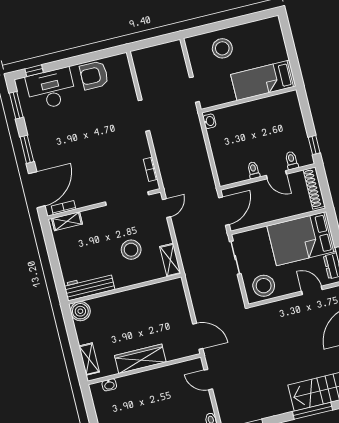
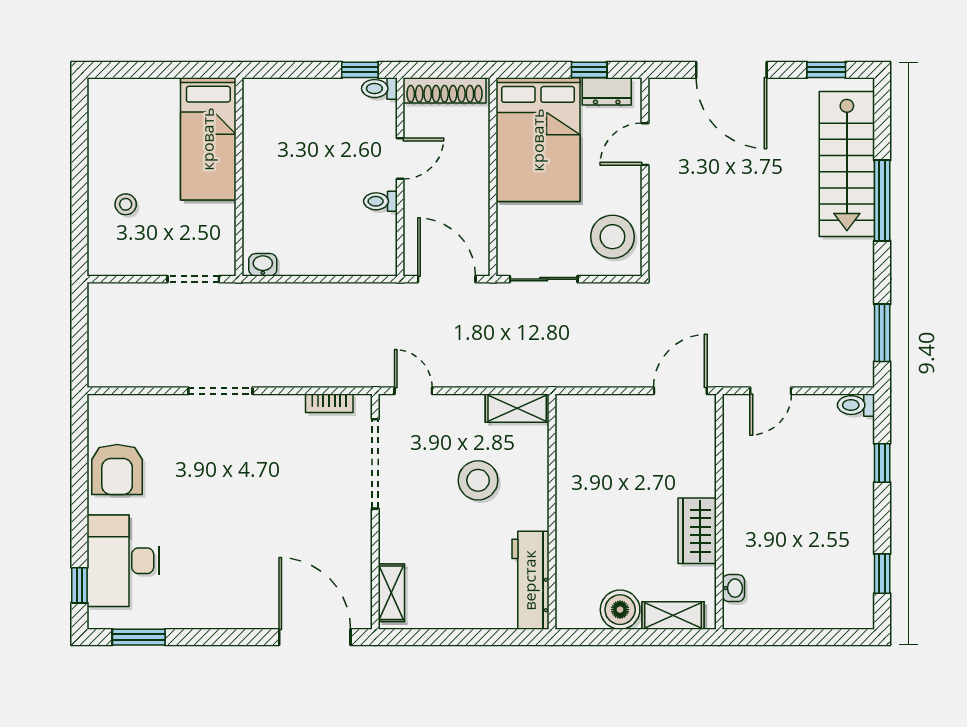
stool: (222, 48) -> (126, 204), width x0.53, depth x0.53
window: (27, 149) -> (231, 637), removed
toilet: (292, 160) -> (379, 89), moved
bookcase: (64, 208) -> (363, 593), removed
boiler: (80, 311) -> (620, 610), moved
wardrobe: (140, 359) -> (697, 531), width x0.67

